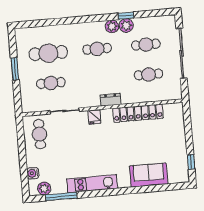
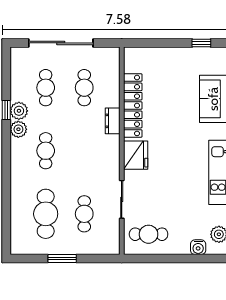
dresser: (111, 100) -> (113, 121), moved
fridge: (94, 117) -> (136, 155), width x1.88, depth x1.34

